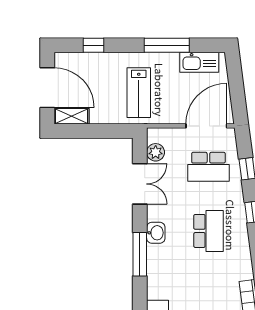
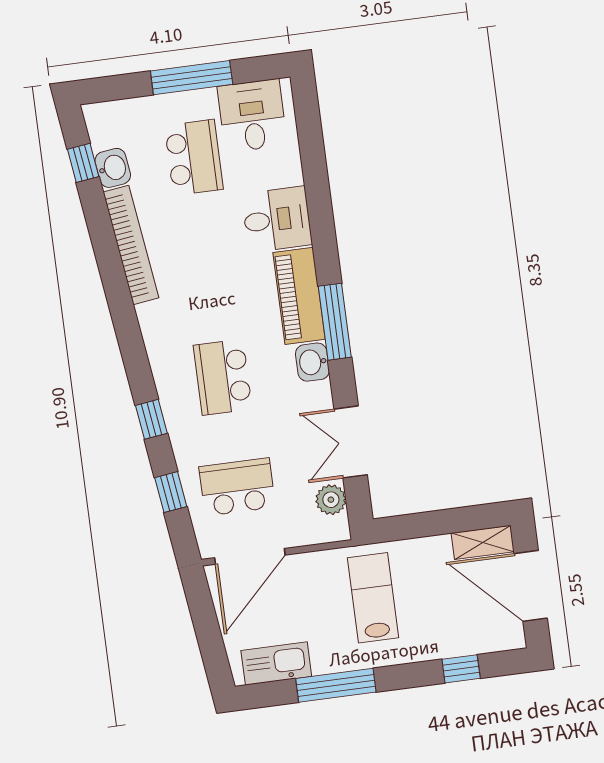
piano: (158, 272) -> (299, 296), added

